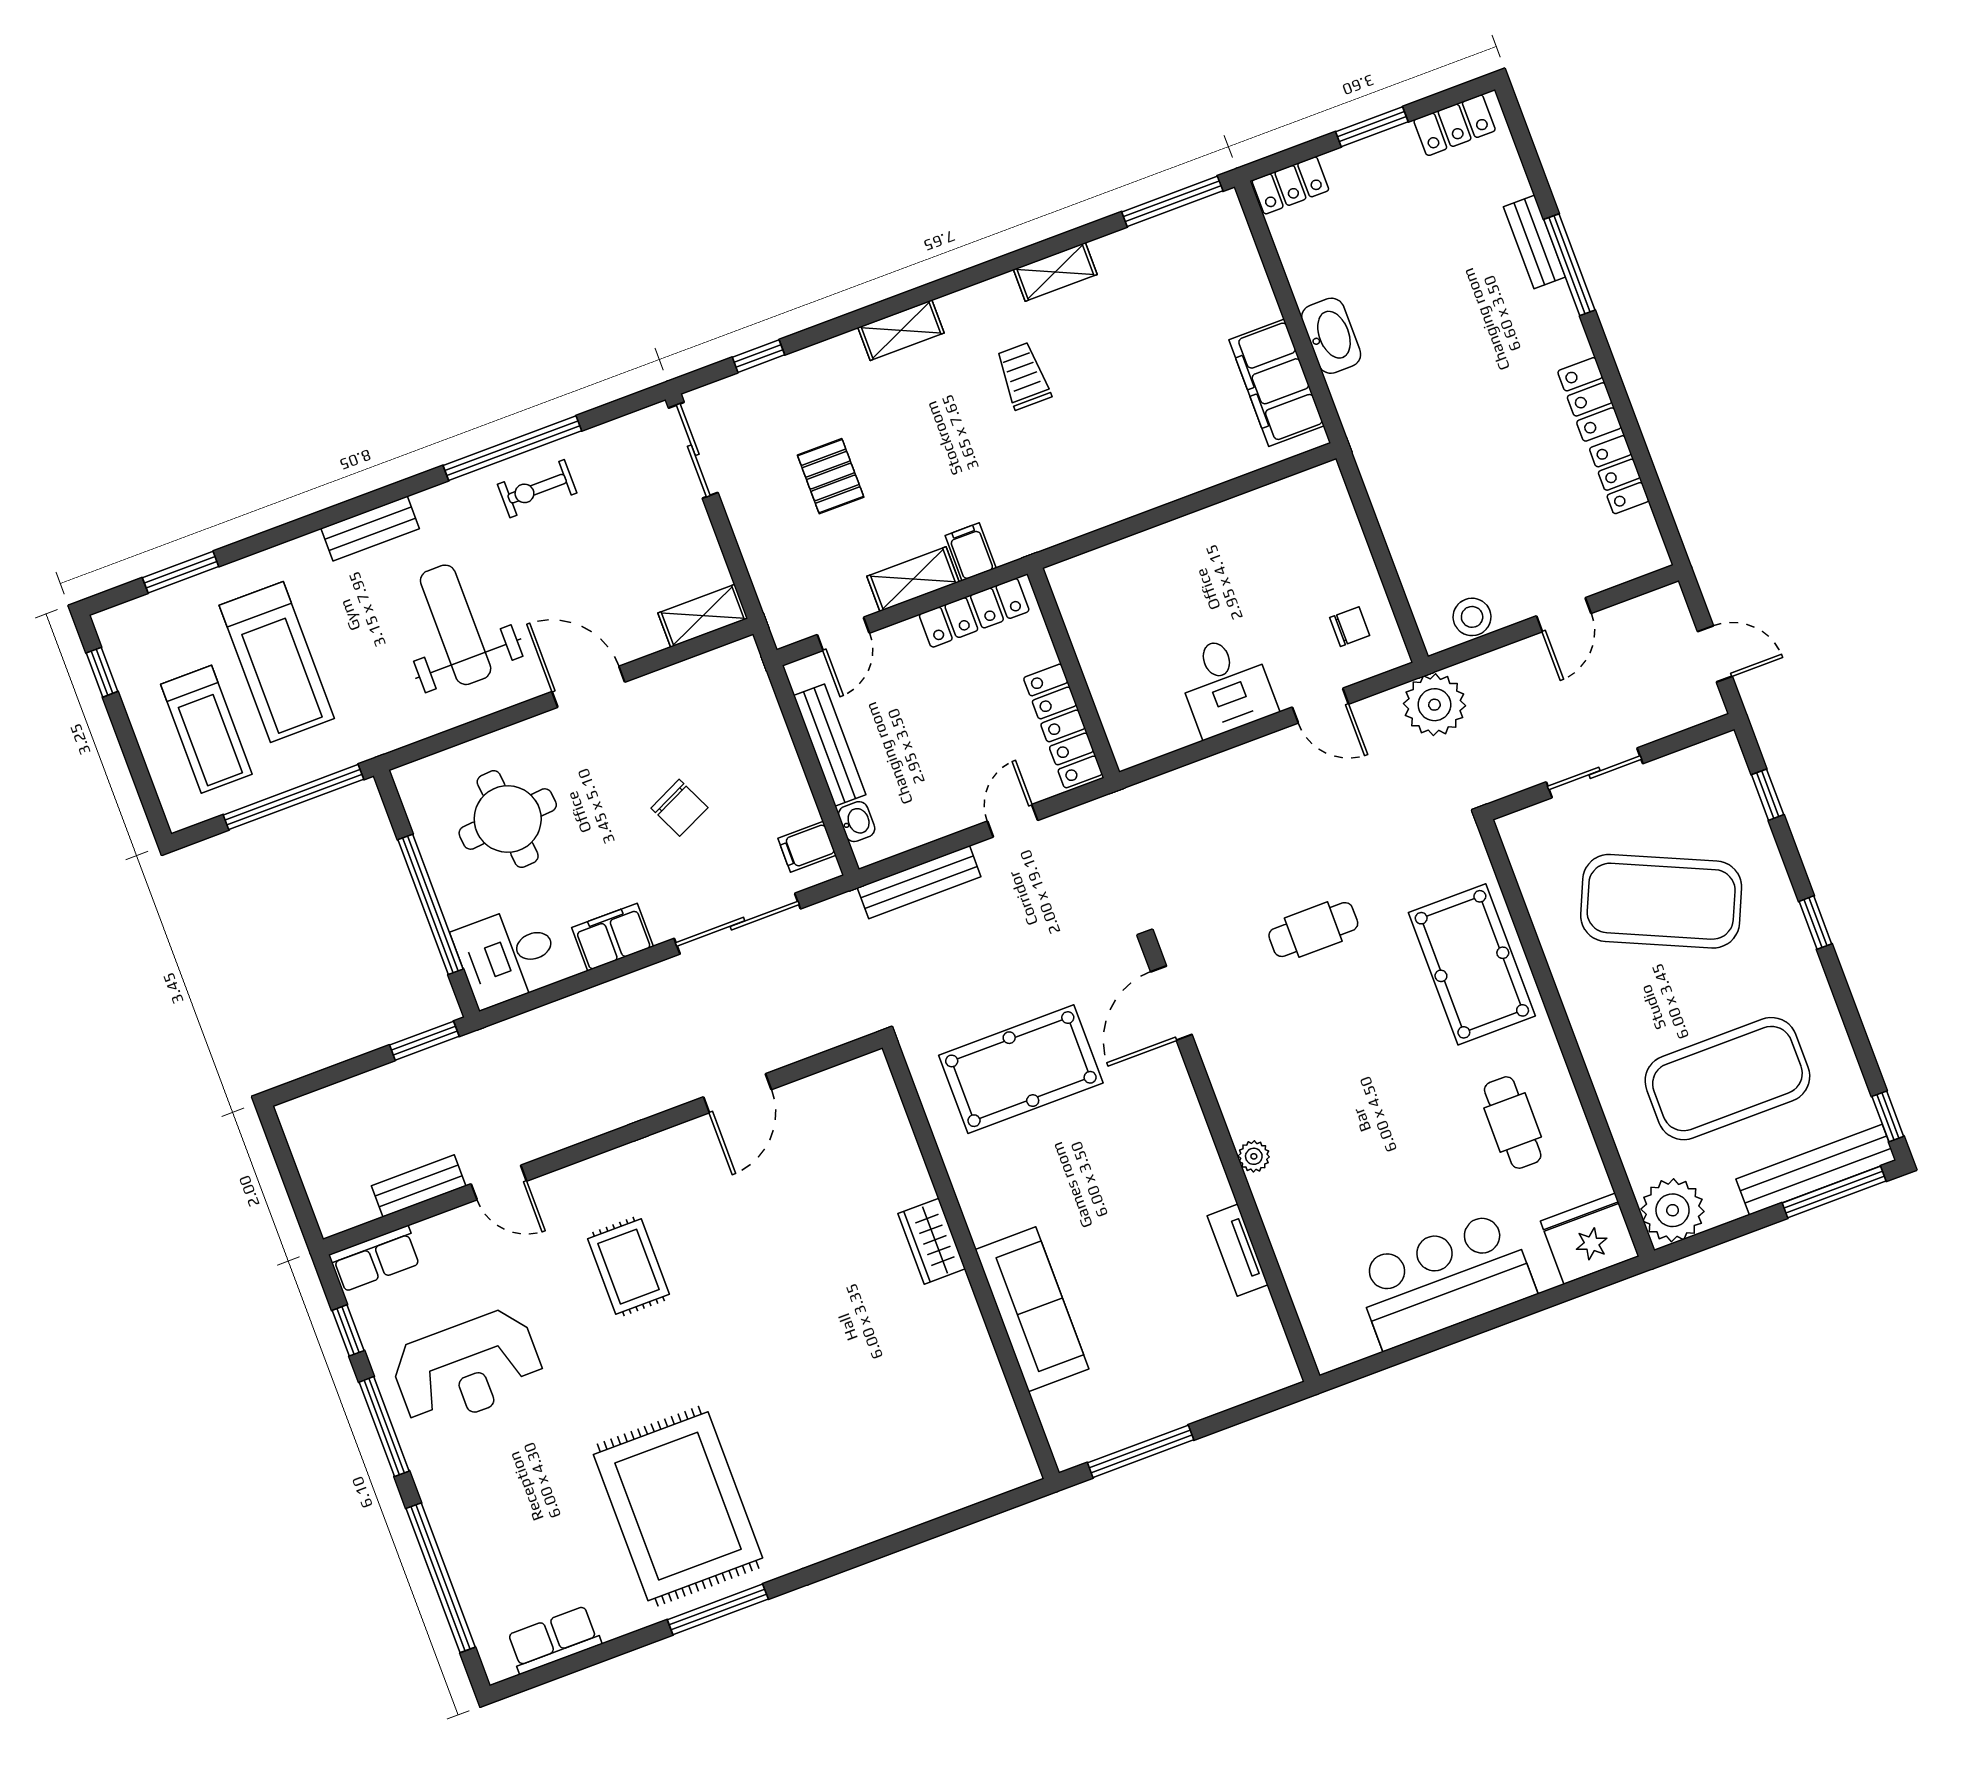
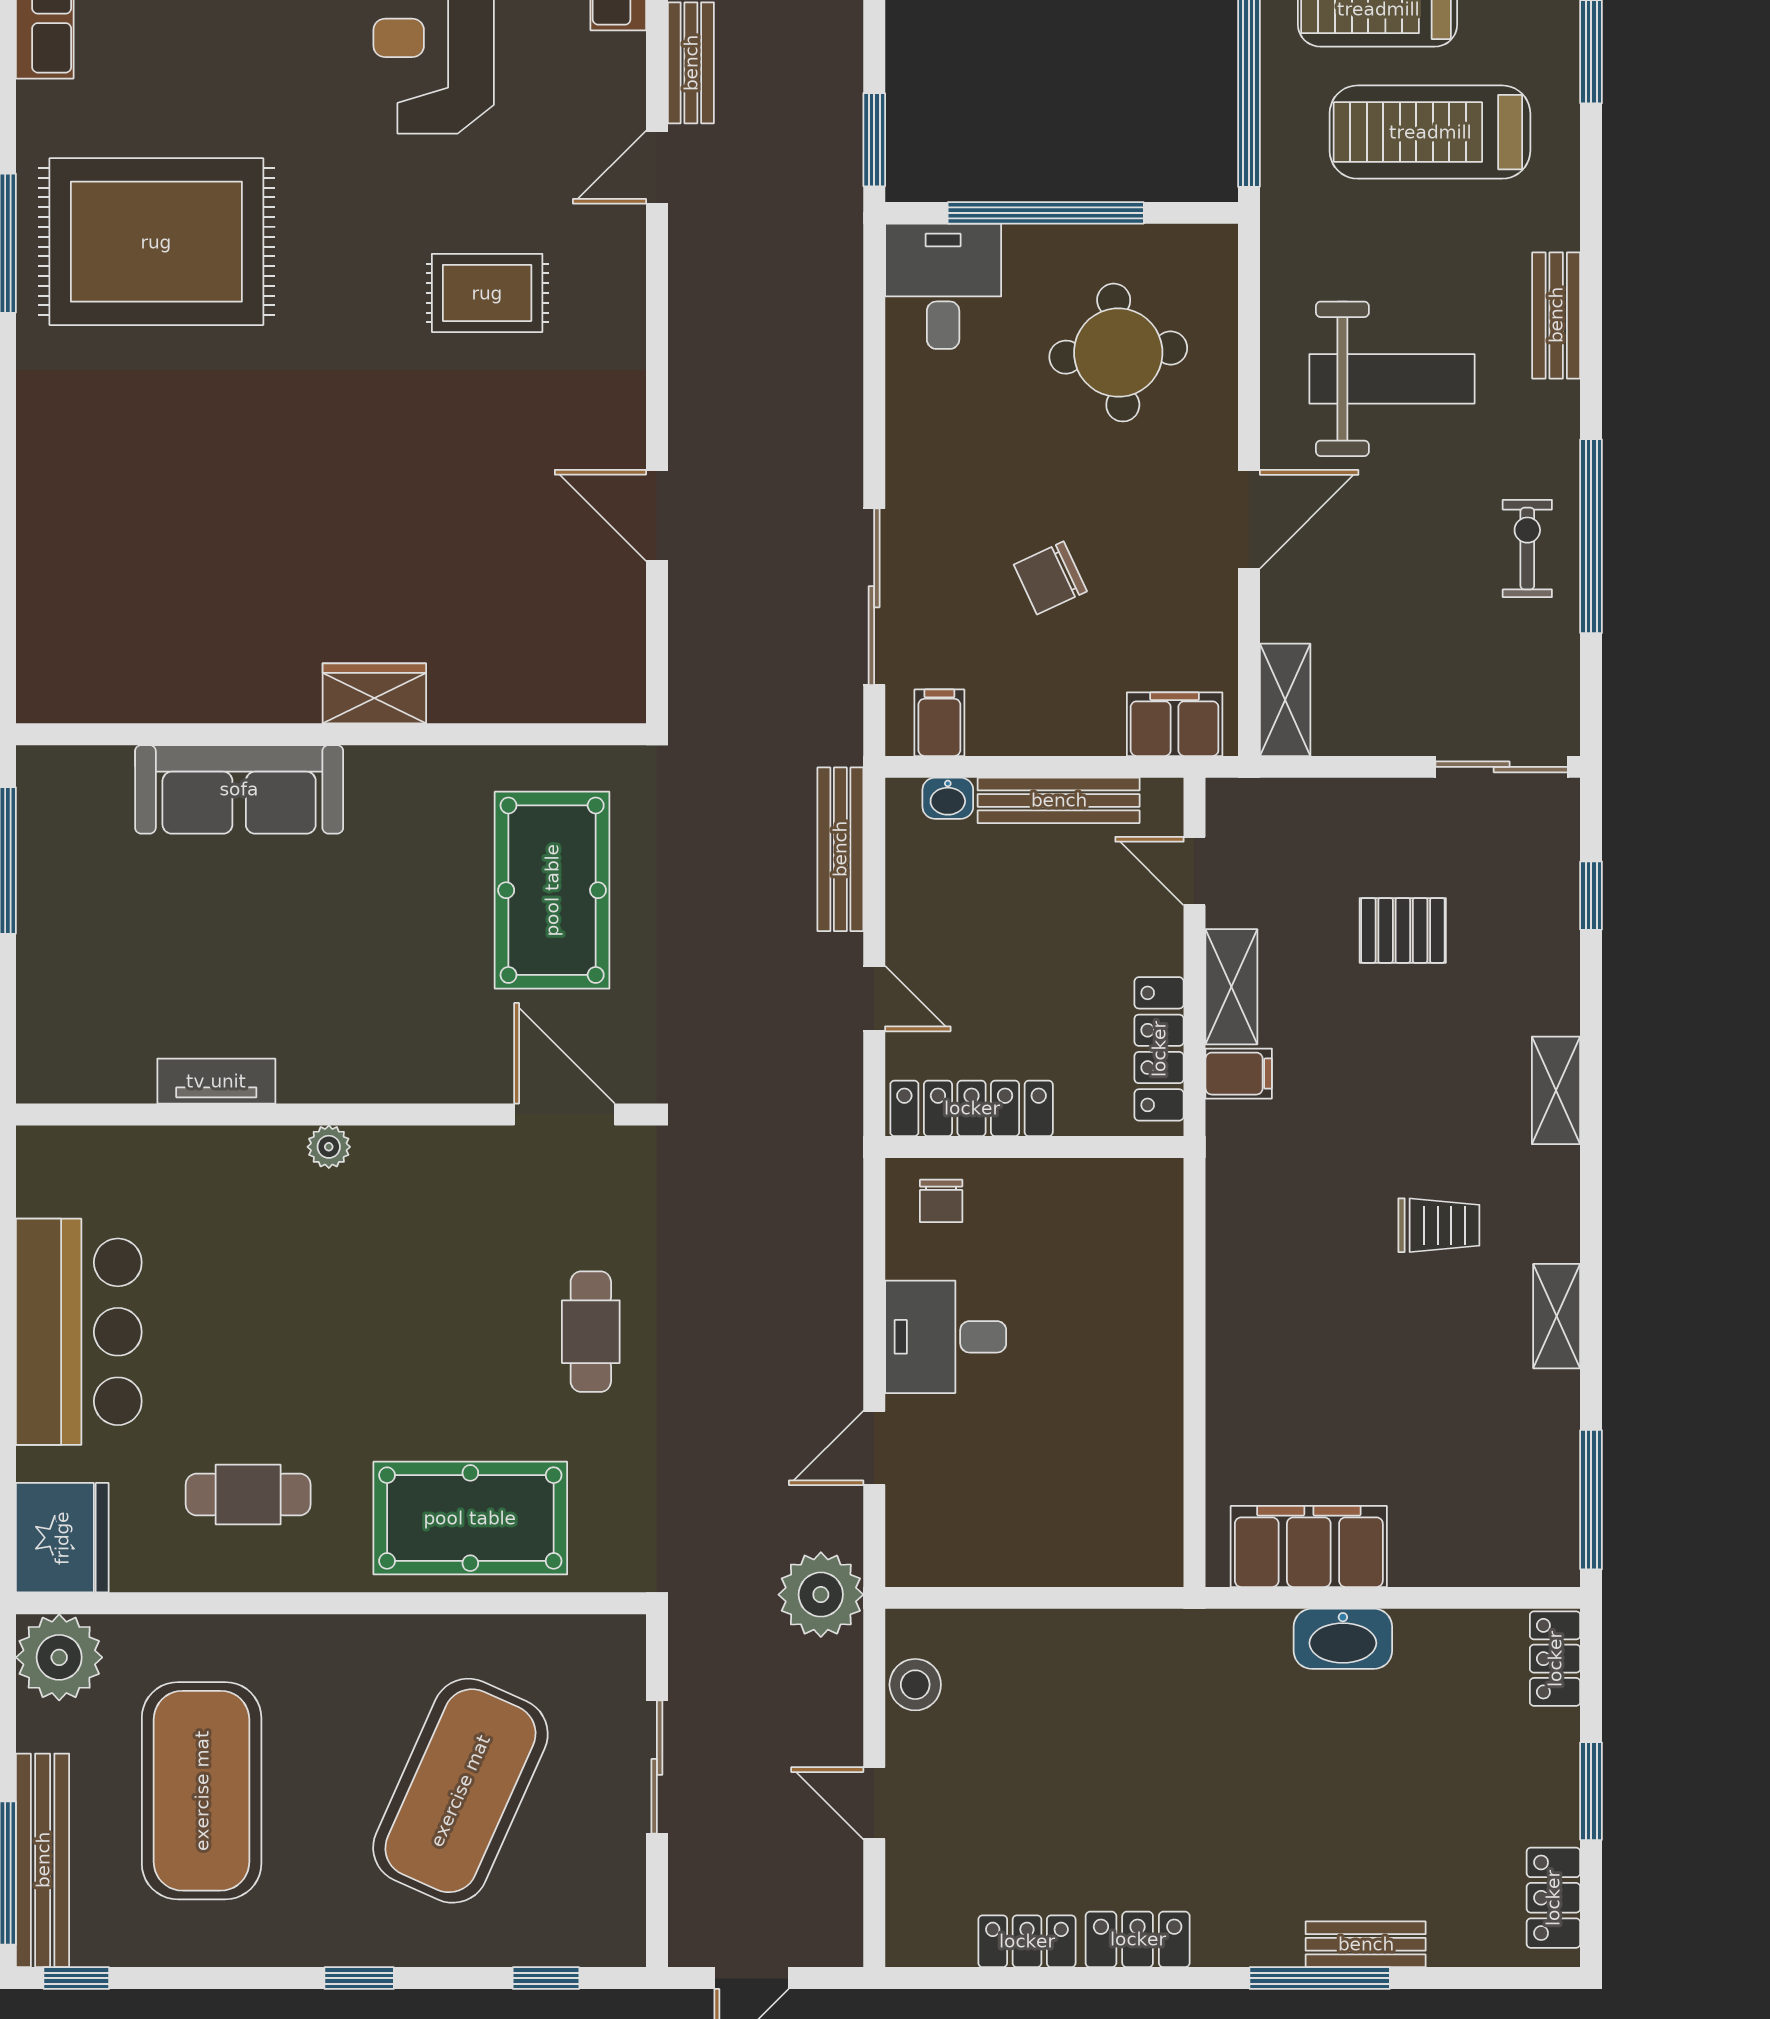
chair: (1350, 627) -> (941, 1201), moved
filing cabinet: (612, 937) -> (1175, 724), moved, turned -90

